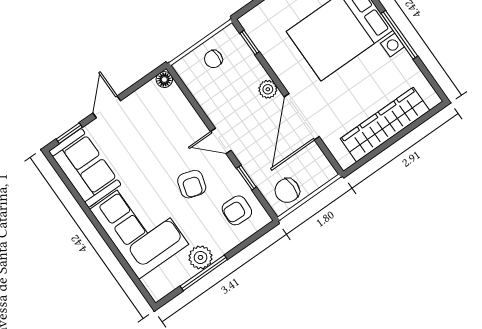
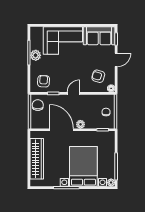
door: (107, 107) -> (116, 60), hinge flipped
armchair: (192, 184) -> (98, 76), moved

